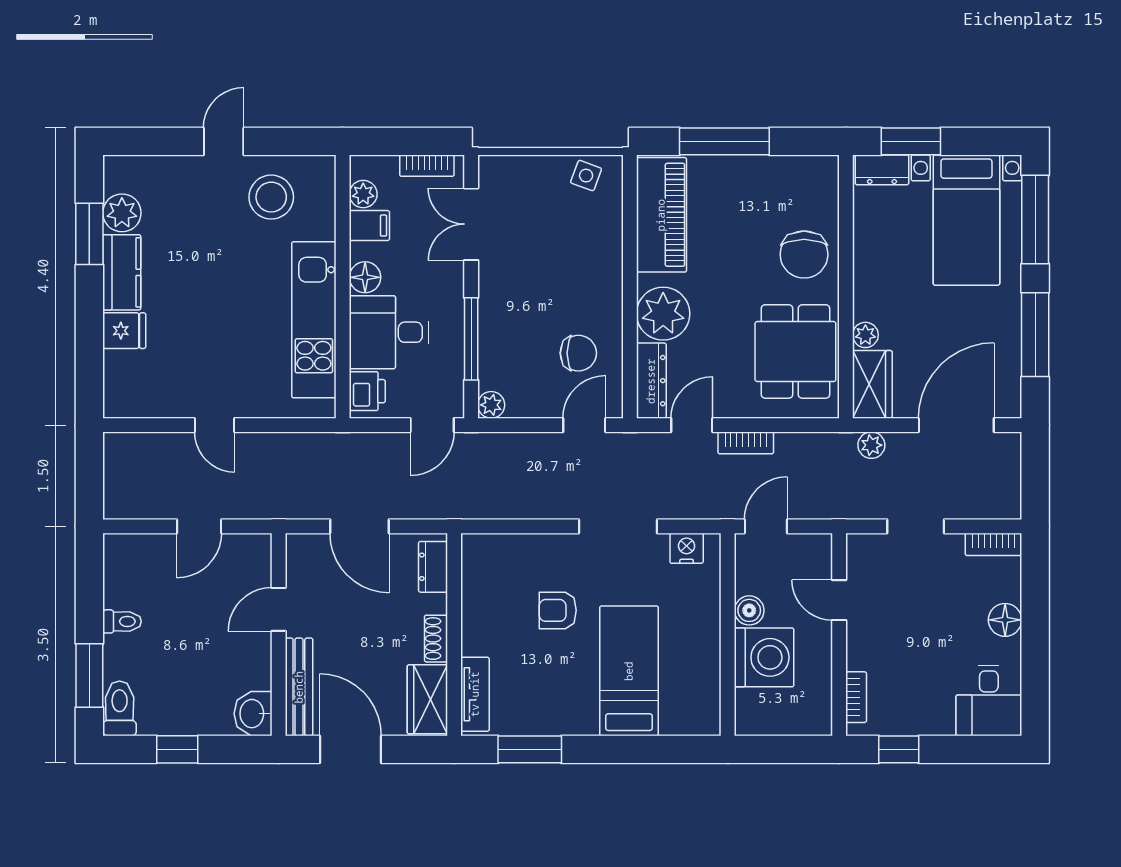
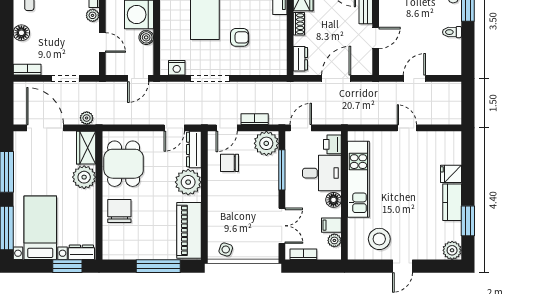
plant: (122, 213) -> (452, 250), moved
plant: (865, 335) -> (84, 177), width x1.88, depth x1.88
plant: (491, 405) -> (266, 143), width x1.87, depth x1.87
door: (956, 425) -> (45, 128), swing flipped
bookcase: (746, 443) -> (255, 119), moved
door: (359, 526) -> (336, 78), hinge flipped
plant: (859, 656) -> (93, 15), added

